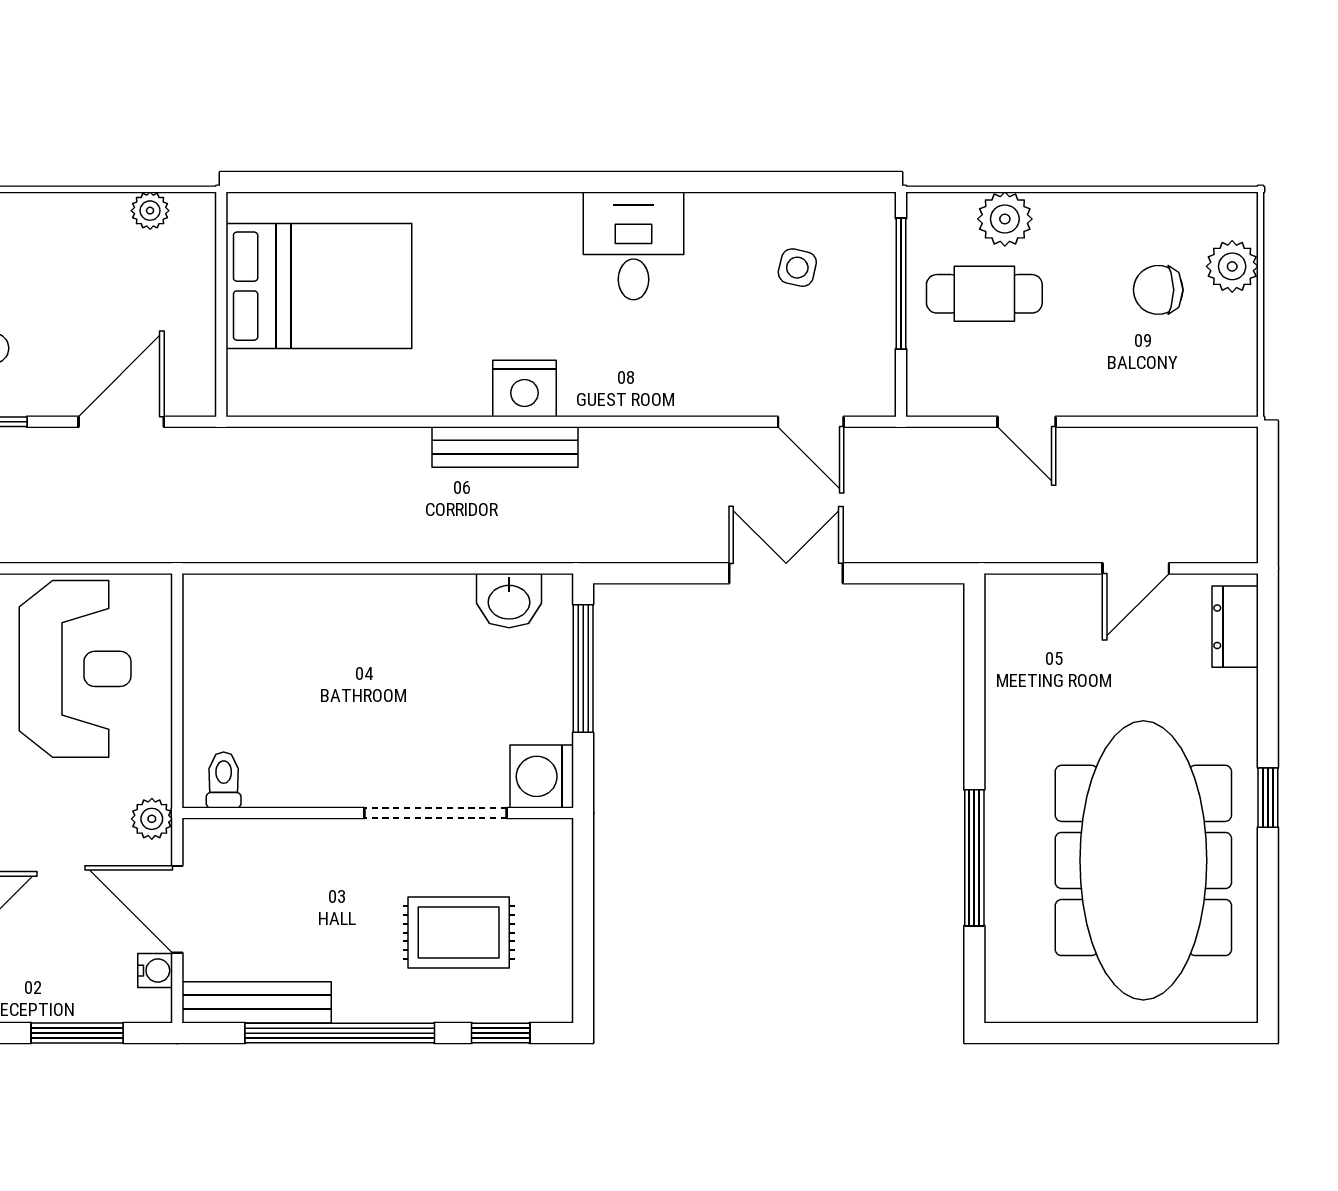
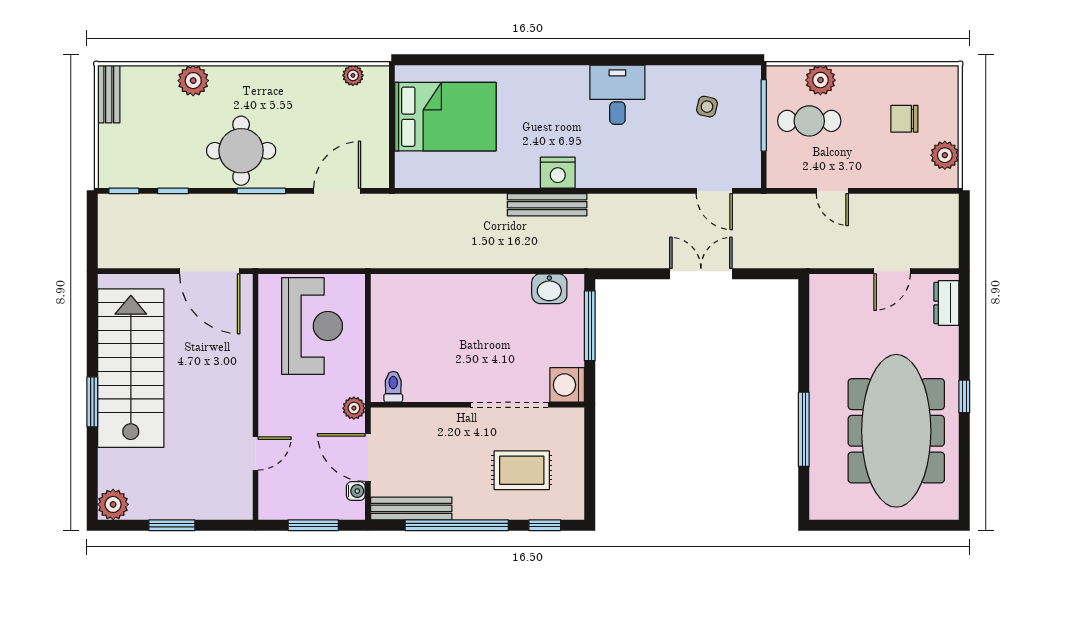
plant: (1232, 266) -> (945, 155), moved

